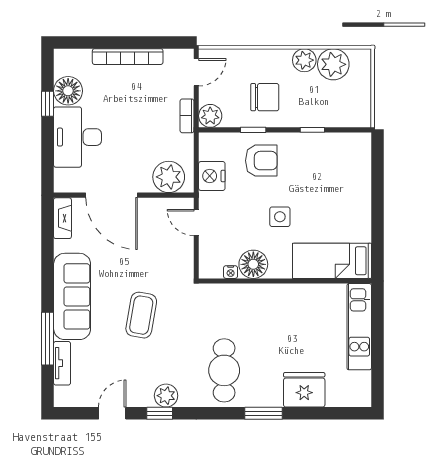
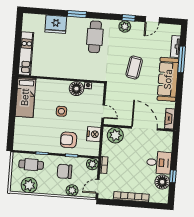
plant: (304, 60) -> (72, 190), moved
cafe table: (332, 106) -> (31, 165), added
desk: (77, 137) -> (159, 163), width x0.73
bed: (332, 261) -> (25, 97), moved, turned 90

